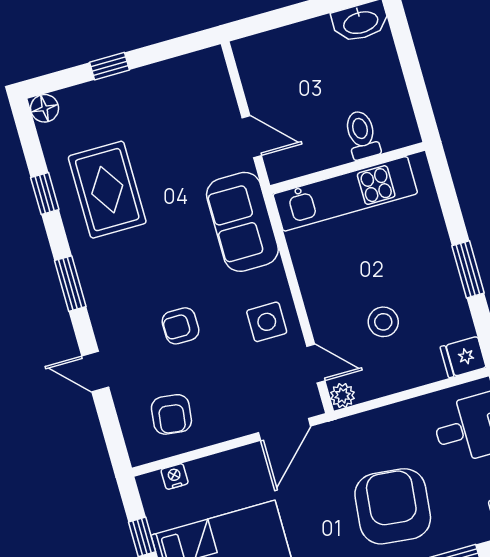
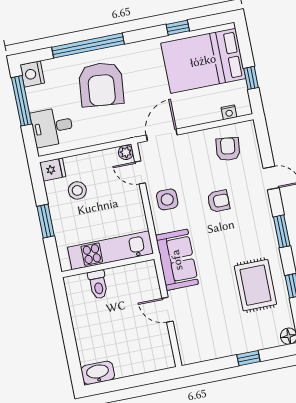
toilet: (362, 135) -> (98, 284), moved
wall: (348, 168) -> (108, 266), moved
kitchen unit: (345, 194) -> (111, 250), moved
stool: (383, 322) -> (77, 190), moved

